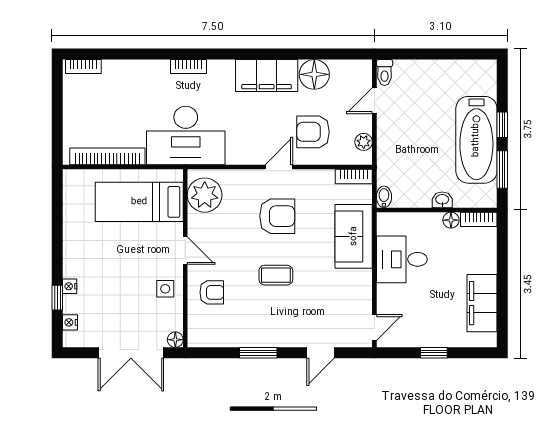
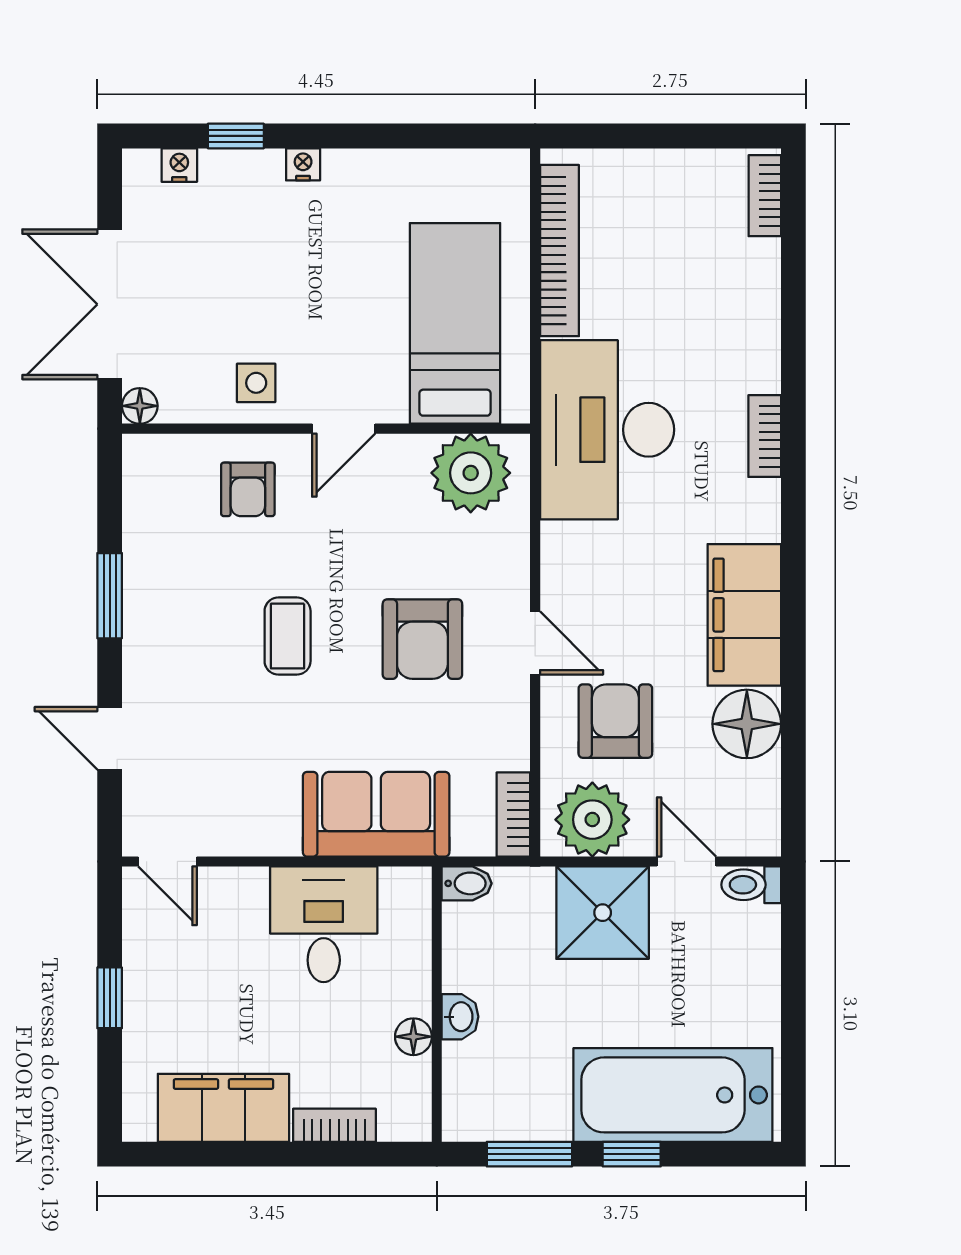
shower: (397, 137) -> (603, 913), added
bathtub: (476, 140) -> (673, 1095), moved
plant: (364, 142) -> (592, 820), width x1.87, depth x1.87
bookcase: (479, 219) -> (334, 1125), moved, turned 90
nightstand: (70, 286) -> (303, 164), moved

